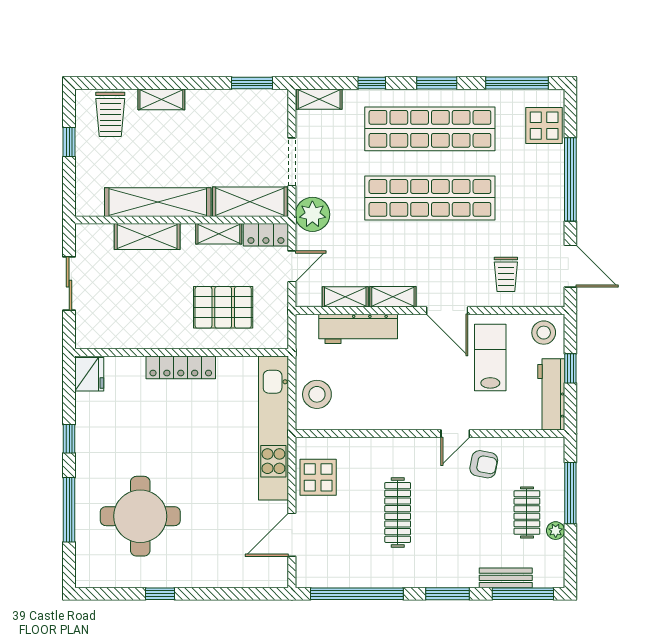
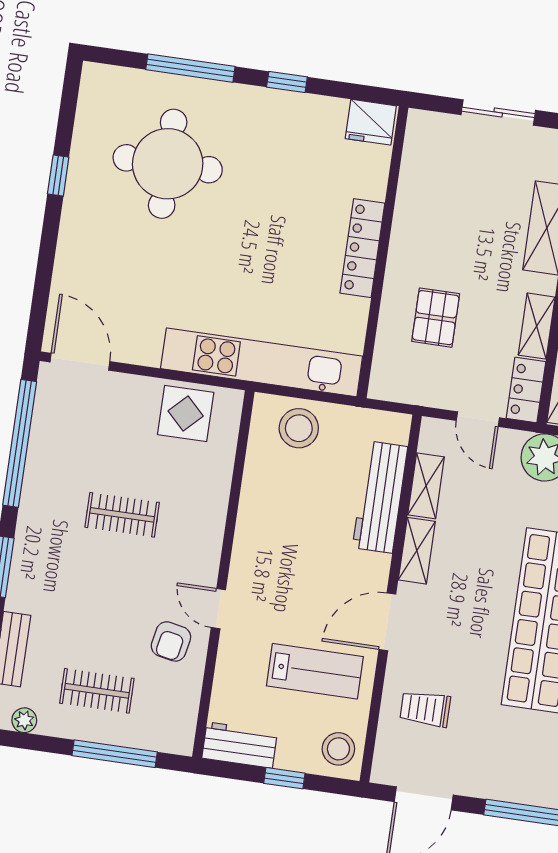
pallet: (223, 307) -> (436, 318), width x0.67, depth x0.71
workbench: (551, 394) -> (240, 745), width x0.73
clothes rail: (398, 512) -> (122, 515), width x0.73
plant: (556, 531) -> (24, 720), moved
door: (292, 535) -> (80, 362), moved

